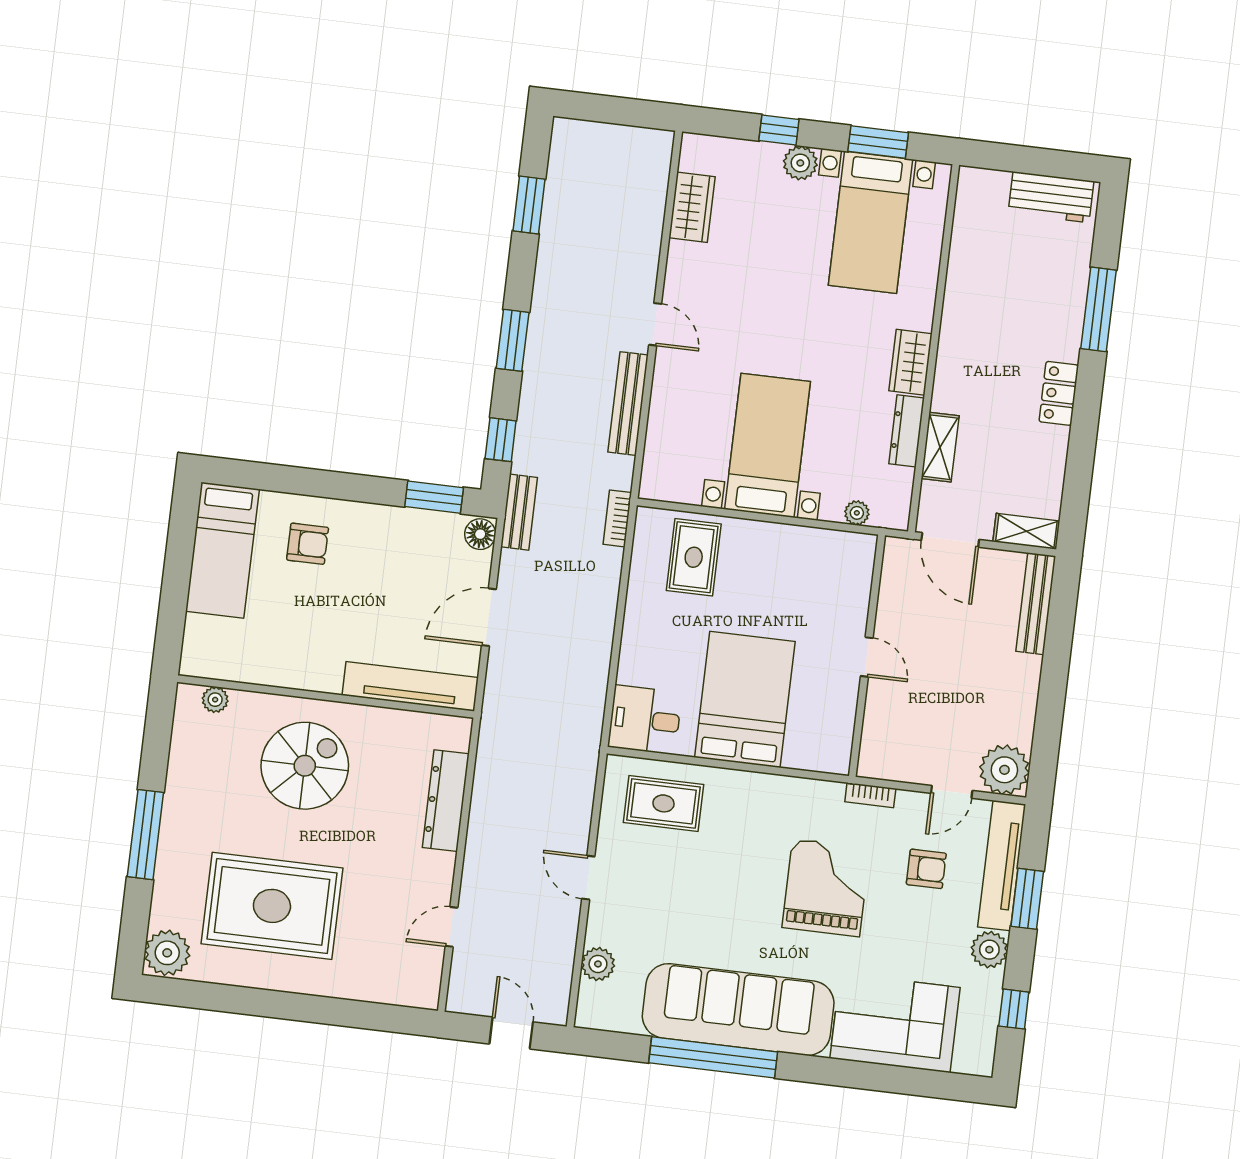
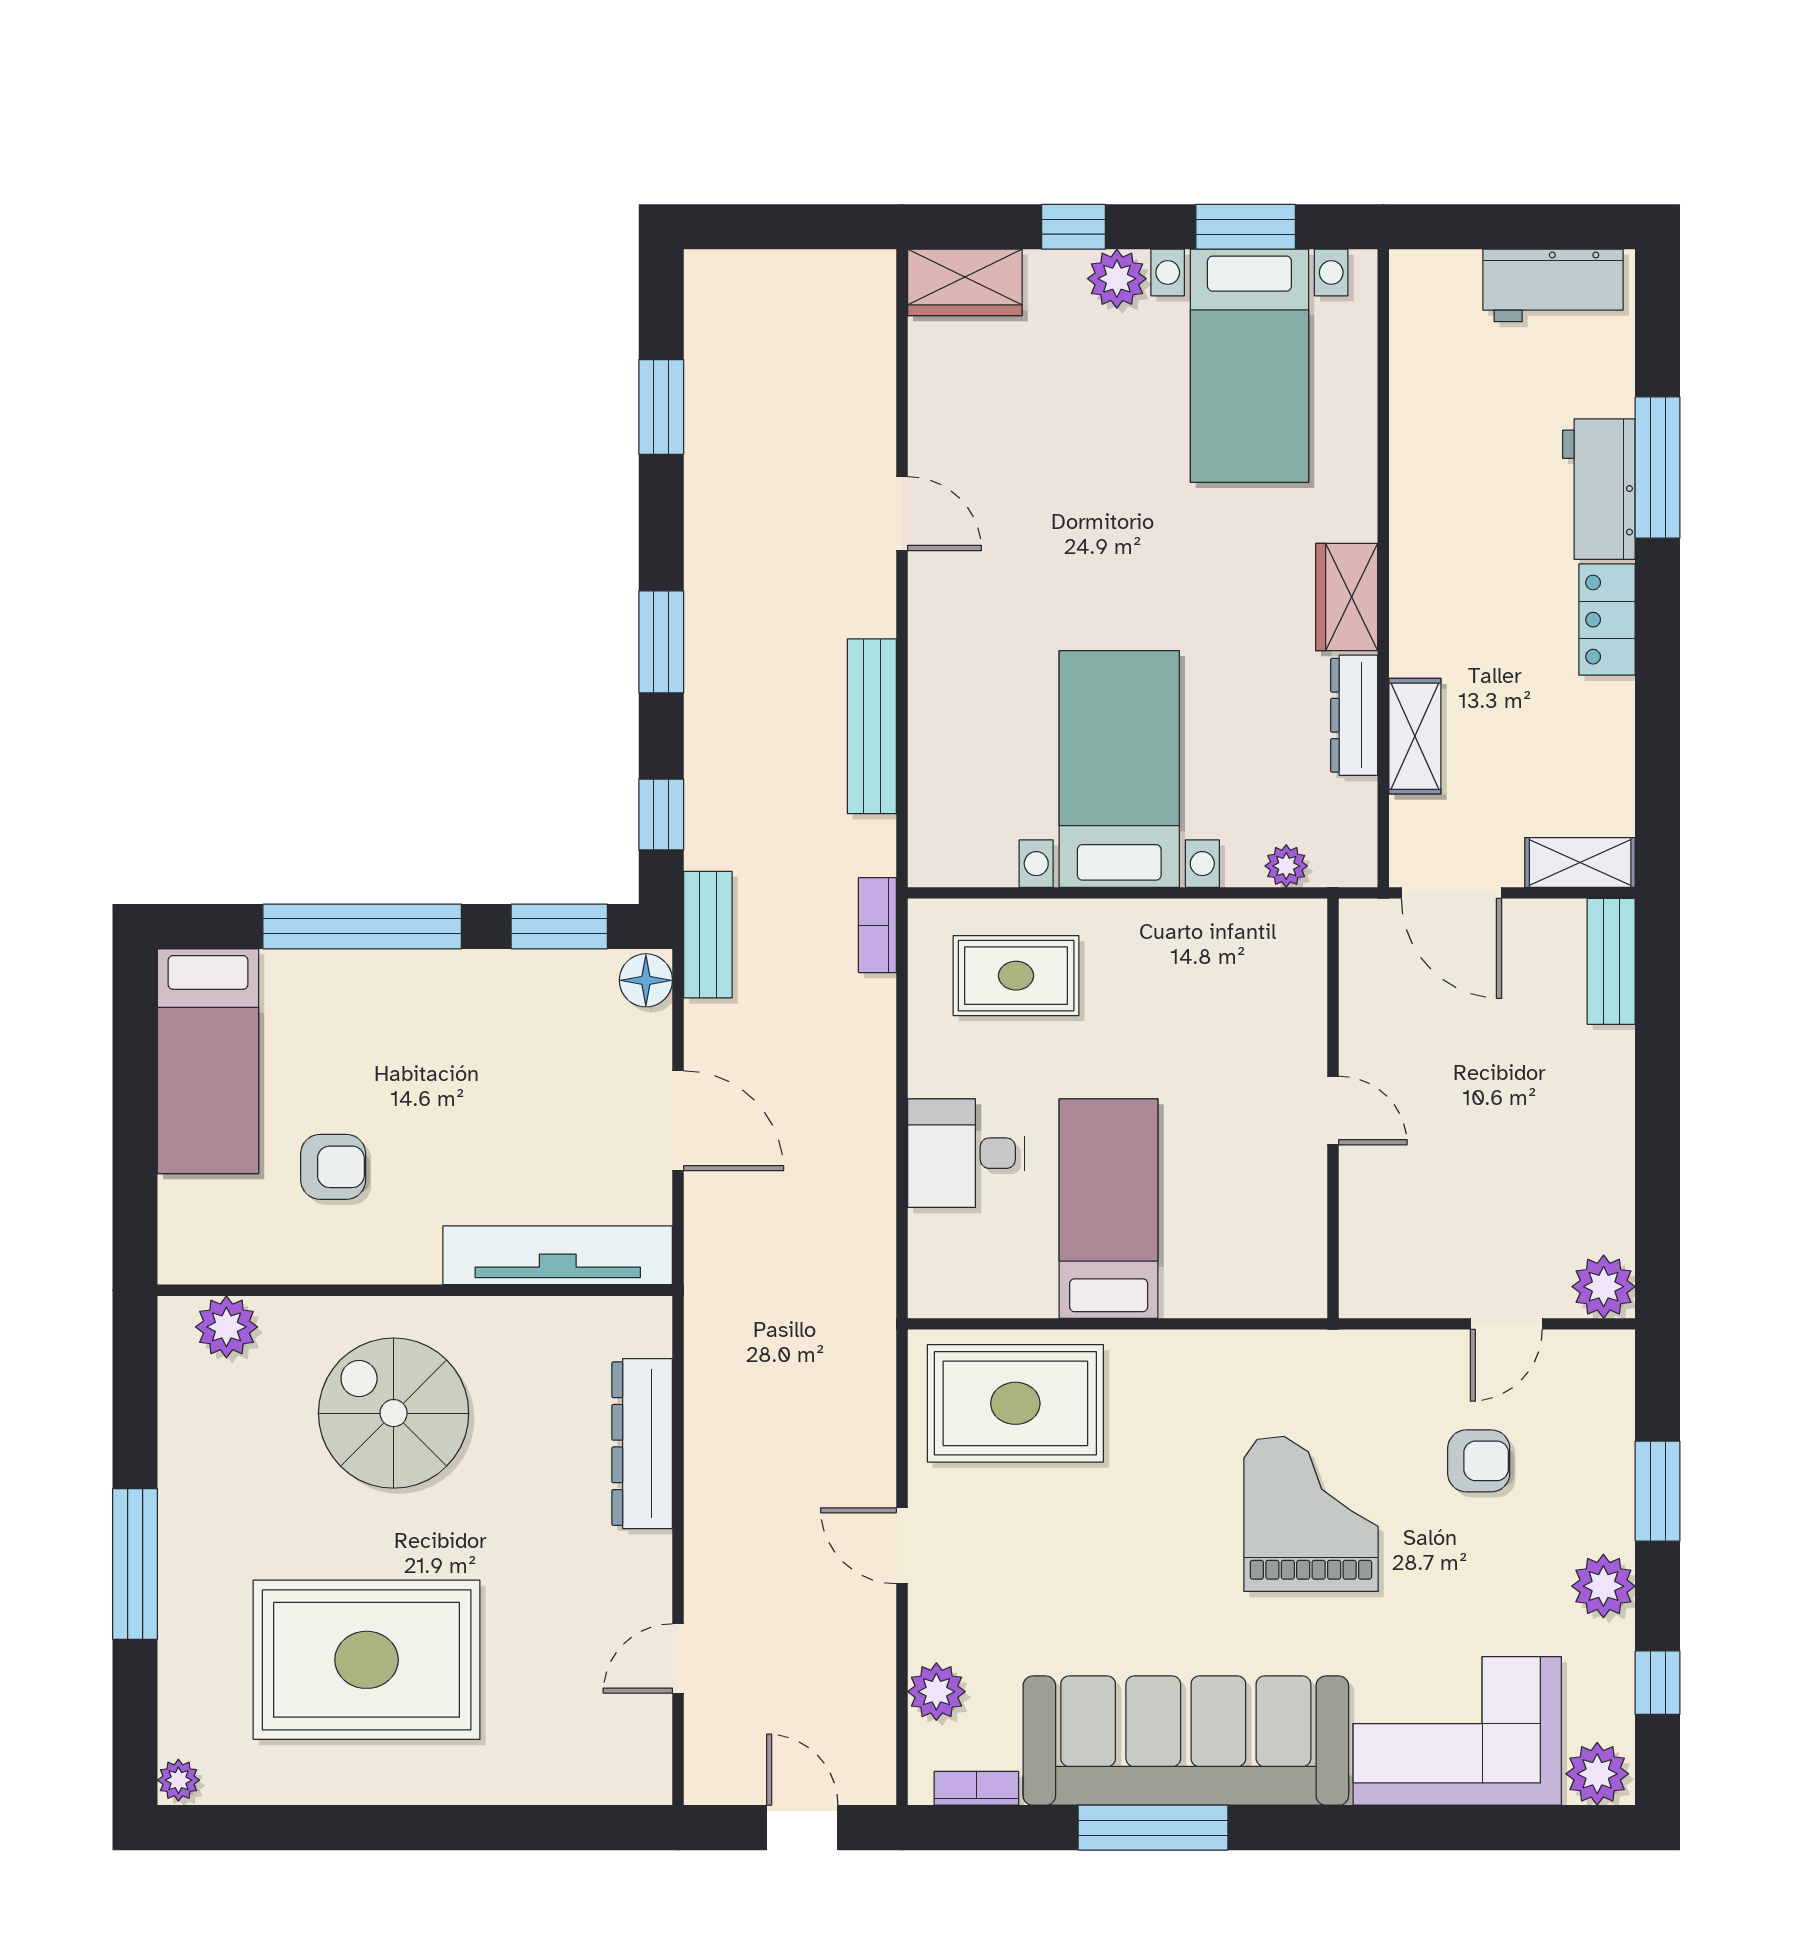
wardrobe: (692, 207) -> (965, 282), moved, turned 90
workbench: (1063, 318) -> (1599, 489), added
door: (655, 324) -> (902, 514), moved
window: (321, 483) -> (362, 926), added
armchair: (308, 544) -> (333, 1167), moved
rug: (694, 557) -> (1016, 976), turned 90
bench: (1036, 604) -> (1611, 961), width x0.73
door: (489, 617) -> (678, 1121), swing flipped
plant: (215, 700) -> (226, 1327), width x1.38, depth x1.38
bed: (745, 700) -> (1109, 1209), width x0.67
desk: (645, 720) -> (966, 1153), moved
spiral stairs: (305, 766) -> (394, 1413), turned -90
plant: (1004, 770) -> (1604, 1287), width x0.73, depth x0.73
bookcase: (870, 795) -> (976, 1788), moved, turned 180
rug: (663, 803) -> (1015, 1403), width x1.36, depth x1.43
tv unit: (1002, 866) -> (1607, 1440), removed
plant: (167, 953) -> (178, 1780), width x0.53, depth x0.53
window: (713, 1057) -> (1153, 1828), width x0.68
plant: (973, 1057) -> (1597, 1774), added

